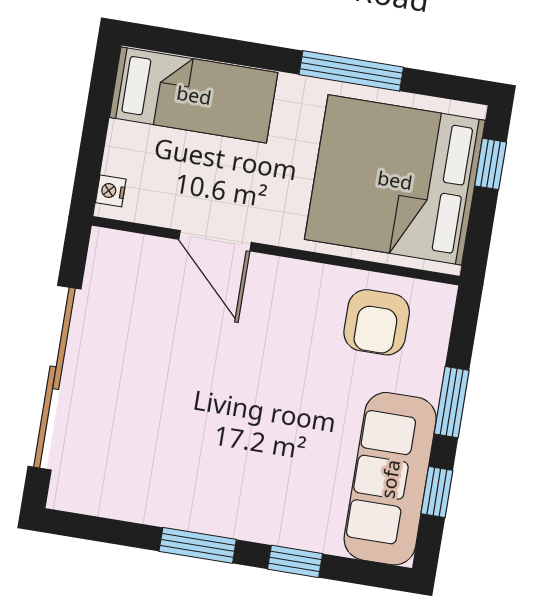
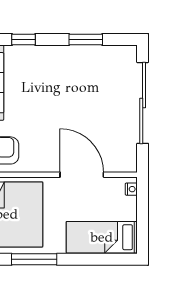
door: (215, 241) -> (82, 175), width x1.36
window: (198, 545) -> (86, 40), moved

